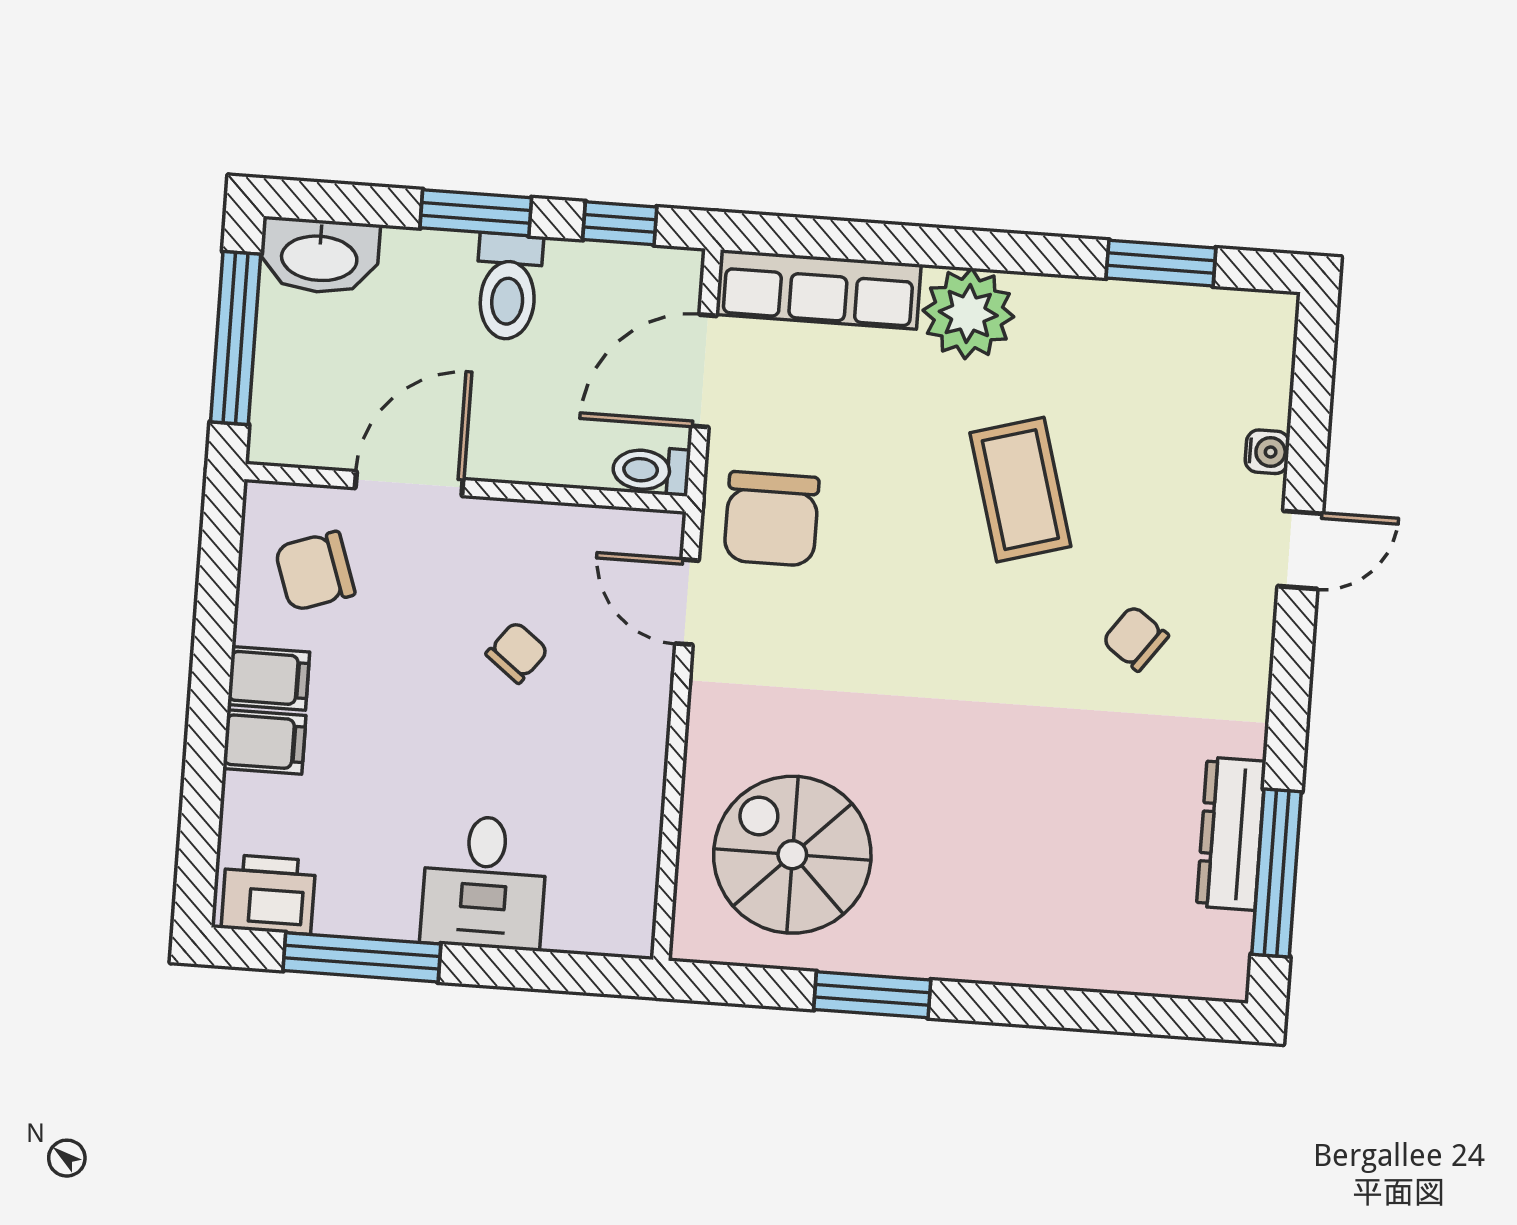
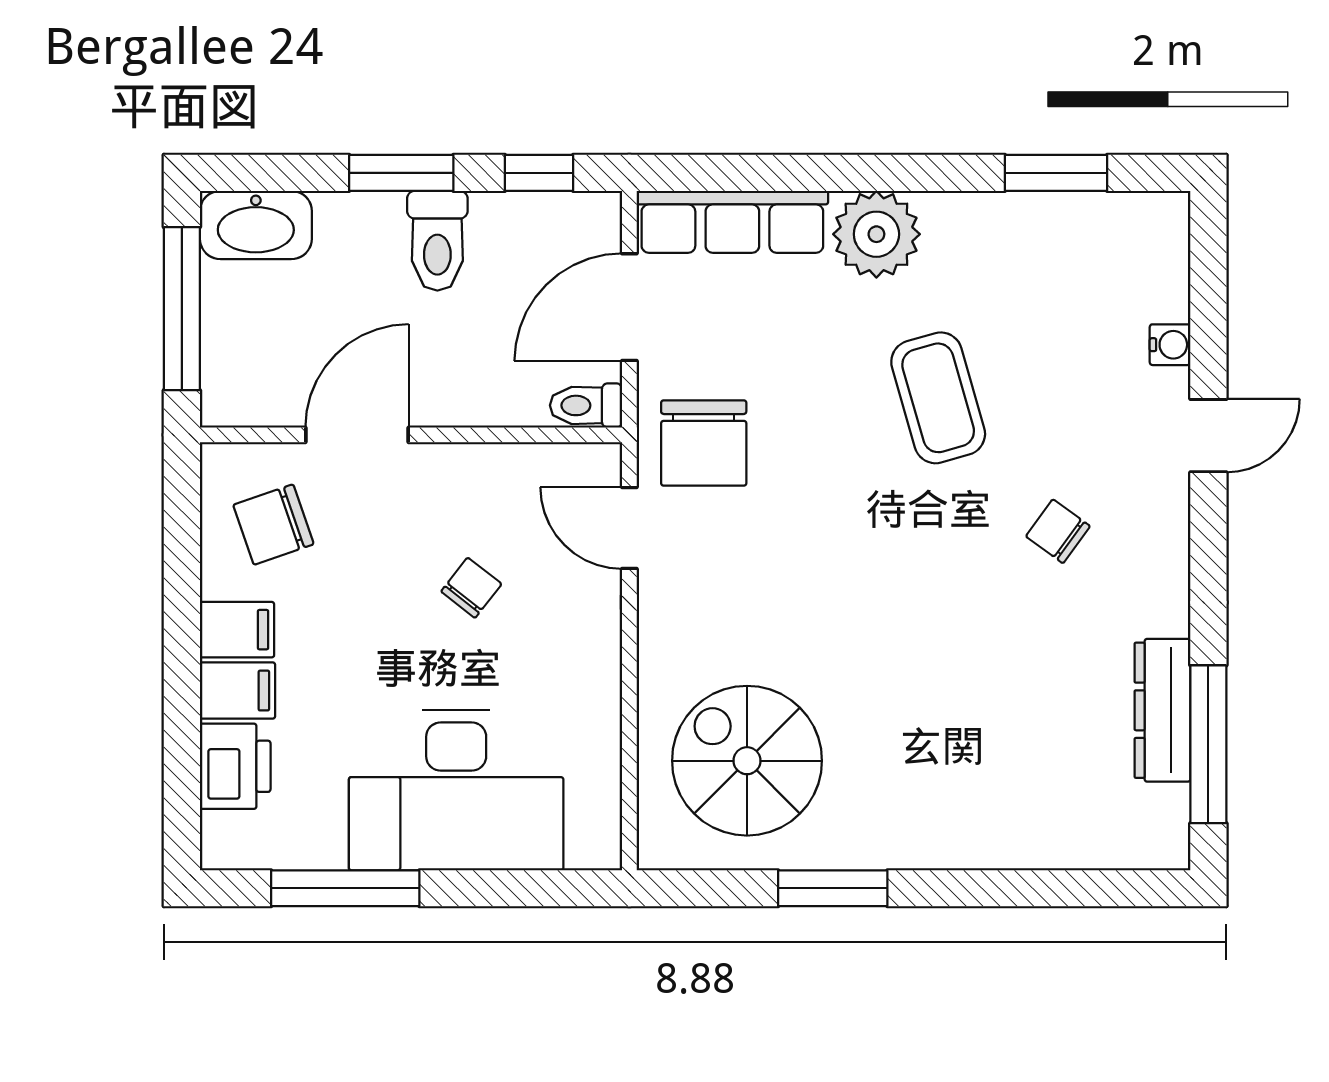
desk: (484, 882) -> (456, 790), width x1.87, depth x1.30
printer: (268, 894) -> (235, 766), moved, turned 90

